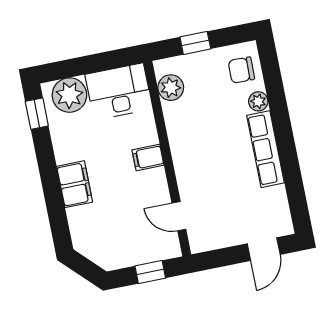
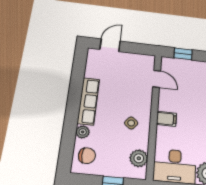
side table: (196, 135) -> (131, 123), added

